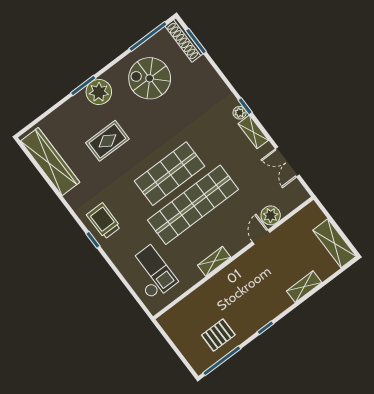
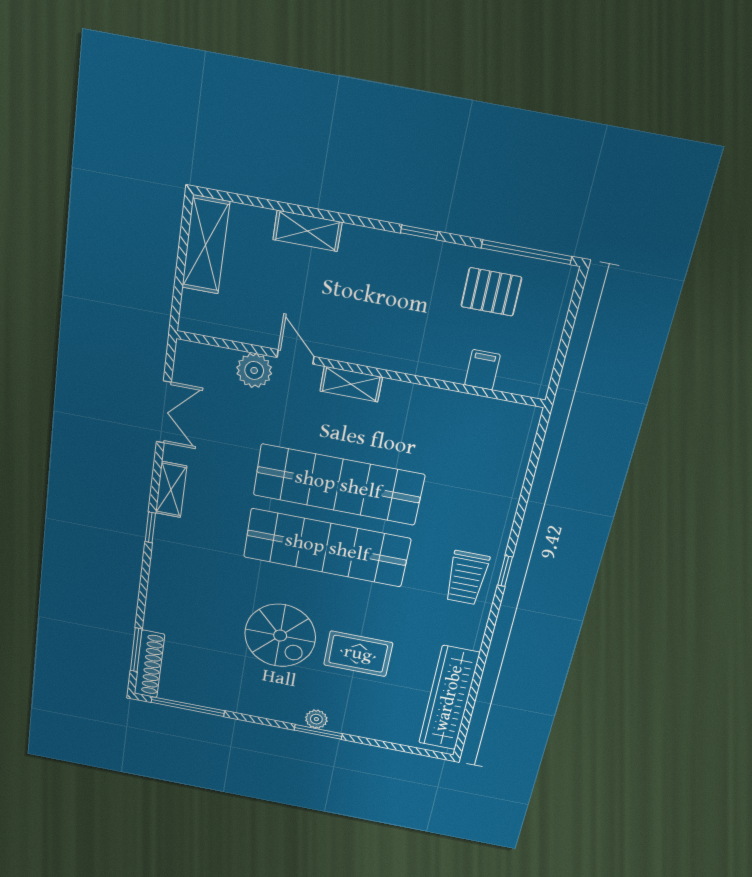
spiral stairs: (150, 78) -> (280, 636), moved
plant: (99, 92) -> (316, 719), width x0.53, depth x0.53
plant: (240, 113) -> (165, 527), removed
shop shelf: (169, 174) -> (327, 548), width x1.40
door: (261, 237) -> (296, 357), swing flipped
shelving: (214, 261) -> (351, 384), moved
checkout: (151, 273) -> (483, 461), removed
filing cabinet: (190, 305) -> (482, 370), added

